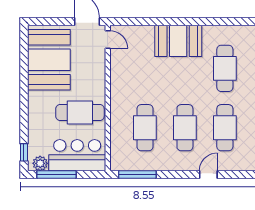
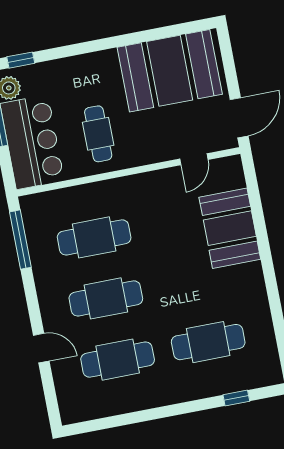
door: (108, 40) -> (194, 159), moved
booth: (178, 41) -> (230, 228), moved
cafe table: (80, 113) -> (98, 134), width x0.73, depth x0.74

